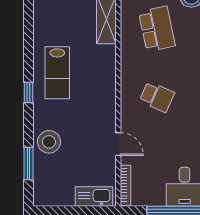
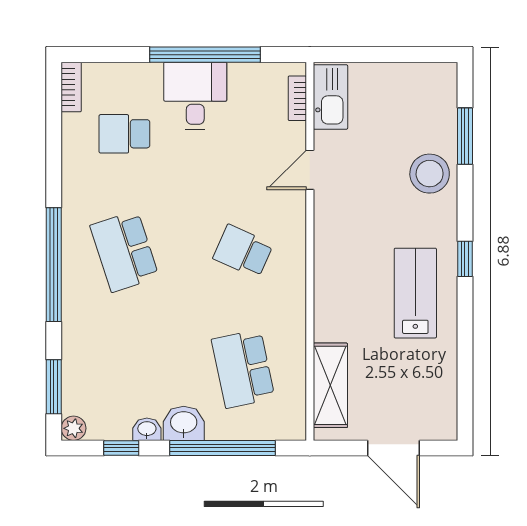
door: (118, 144) -> (310, 170), hinge flipped
bookcase: (126, 185) -> (297, 98), width x0.64
kitchen sink: (94, 197) -> (330, 97), moved, turned -90

